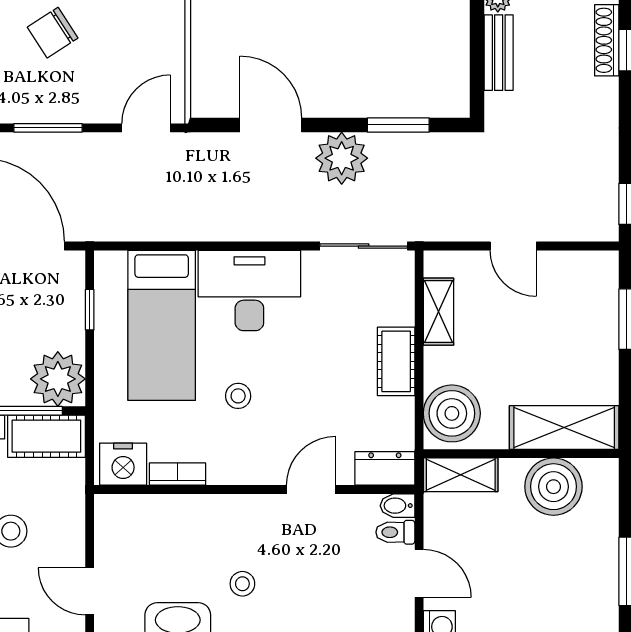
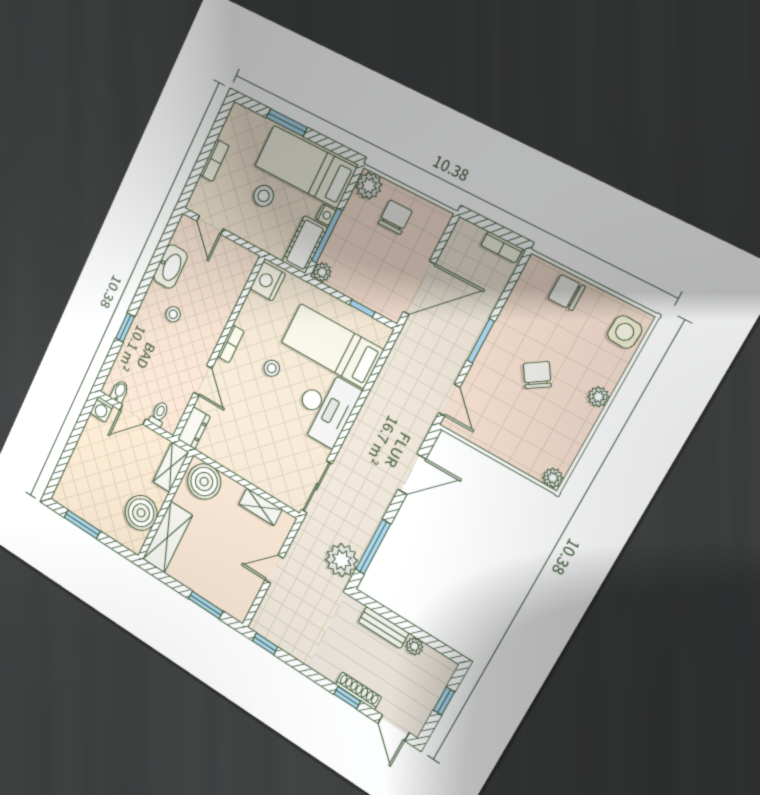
window: (398, 125) -> (373, 547), width x1.44
plant: (342, 158) -> (342, 560), moved
cot: (396, 361) -> (246, 468), removed
plant: (58, 379) -> (322, 272), width x0.53, depth x0.53
bookcase: (177, 474) -> (231, 344), moved
bidet: (397, 506) -> (120, 391), moved
door: (90, 591) -> (210, 225), swing flipped

